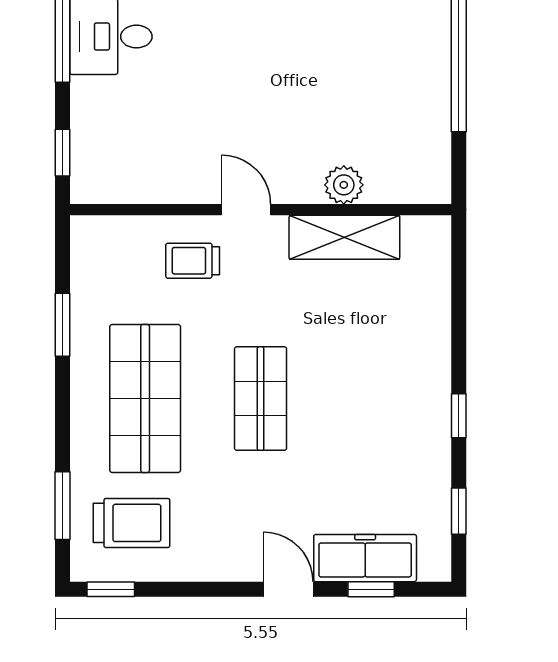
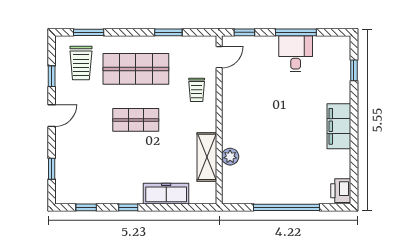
door: (246, 210) -> (219, 57), moved
trolley: (193, 261) -> (197, 90), turned 180
freezer: (365, 558) -> (166, 194), moved, turned -90
window: (111, 589) -> (52, 76), moved
door: (288, 589) -> (52, 116), moved

